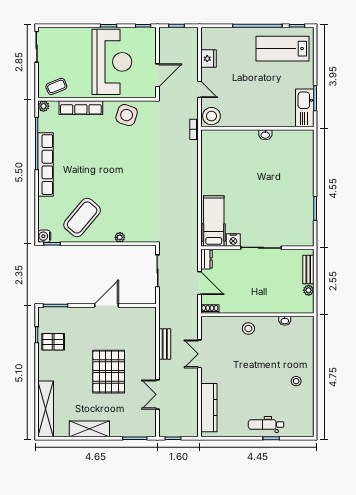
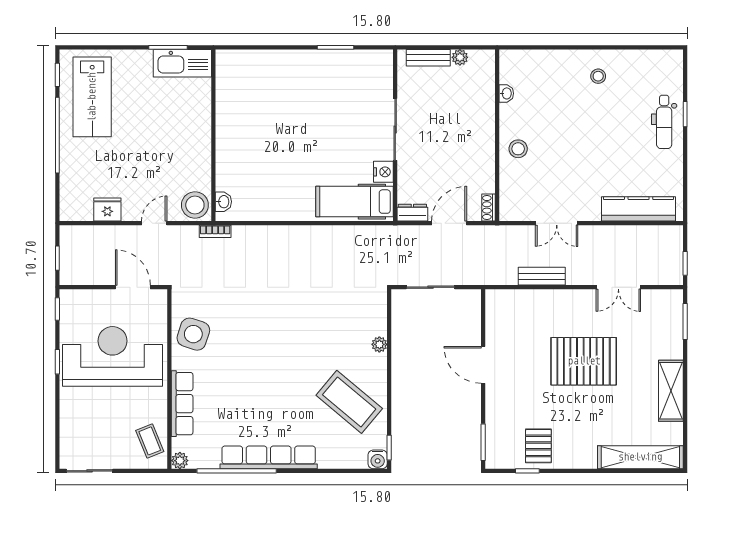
washbasin: (265, 135) -> (223, 202), moved

